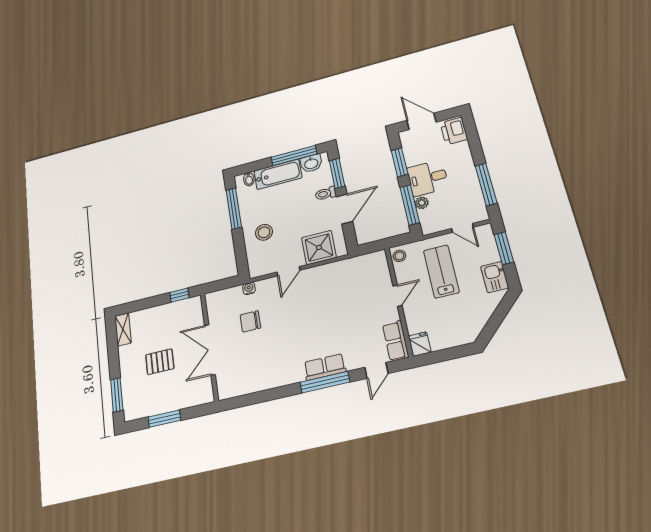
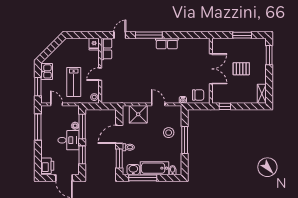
window: (234, 209) -> (185, 140), moved
door: (288, 271) -> (158, 104), hinge flipped
chair: (250, 321) -> (198, 95), moved
row of seats: (325, 367) -> (167, 43), moved

